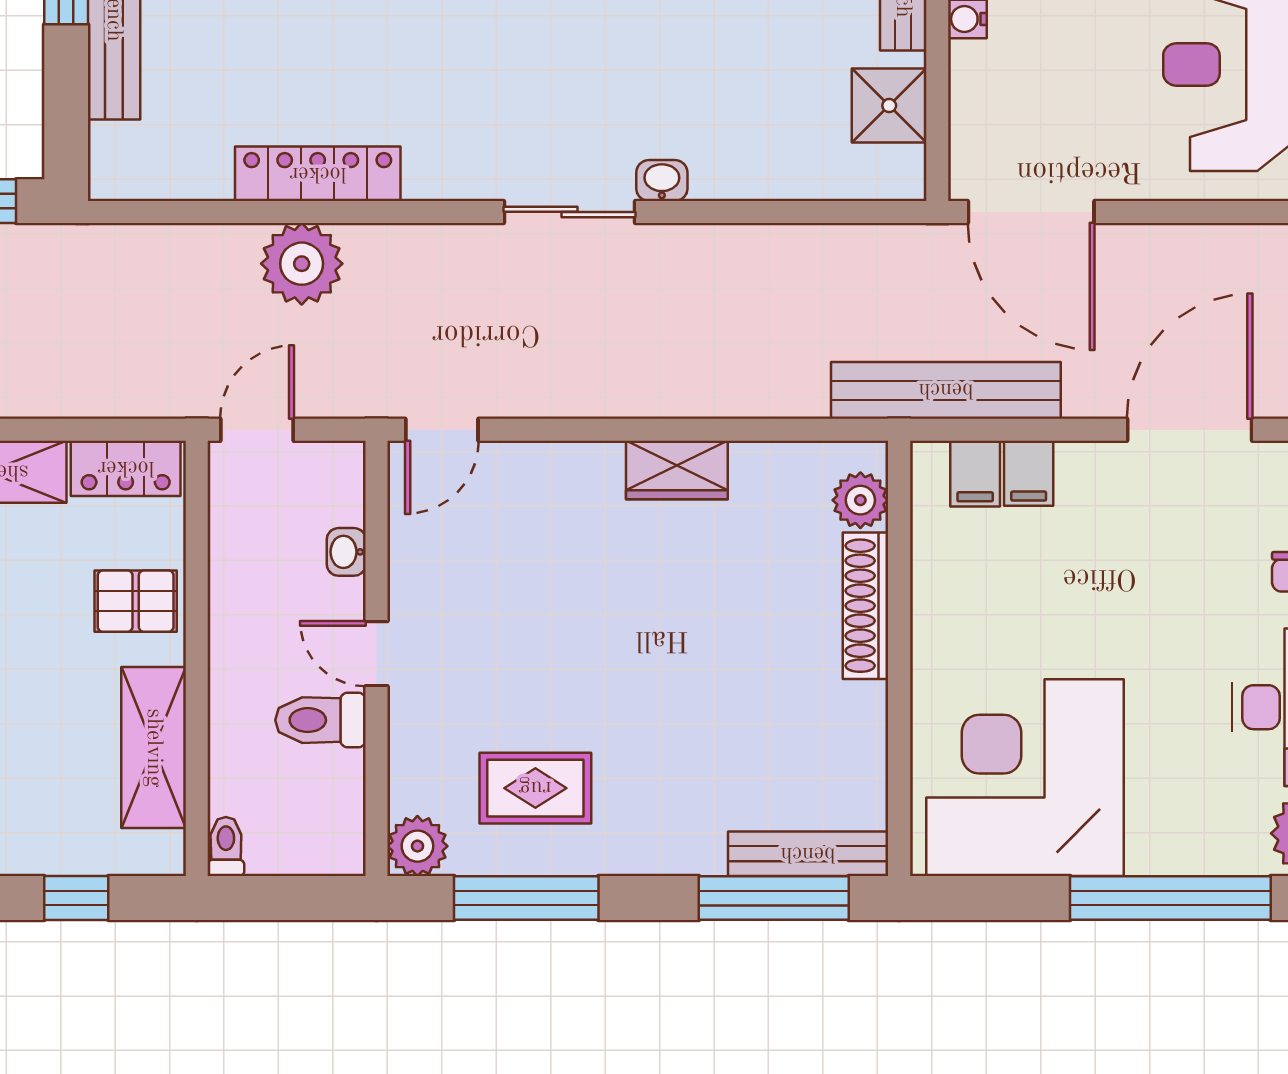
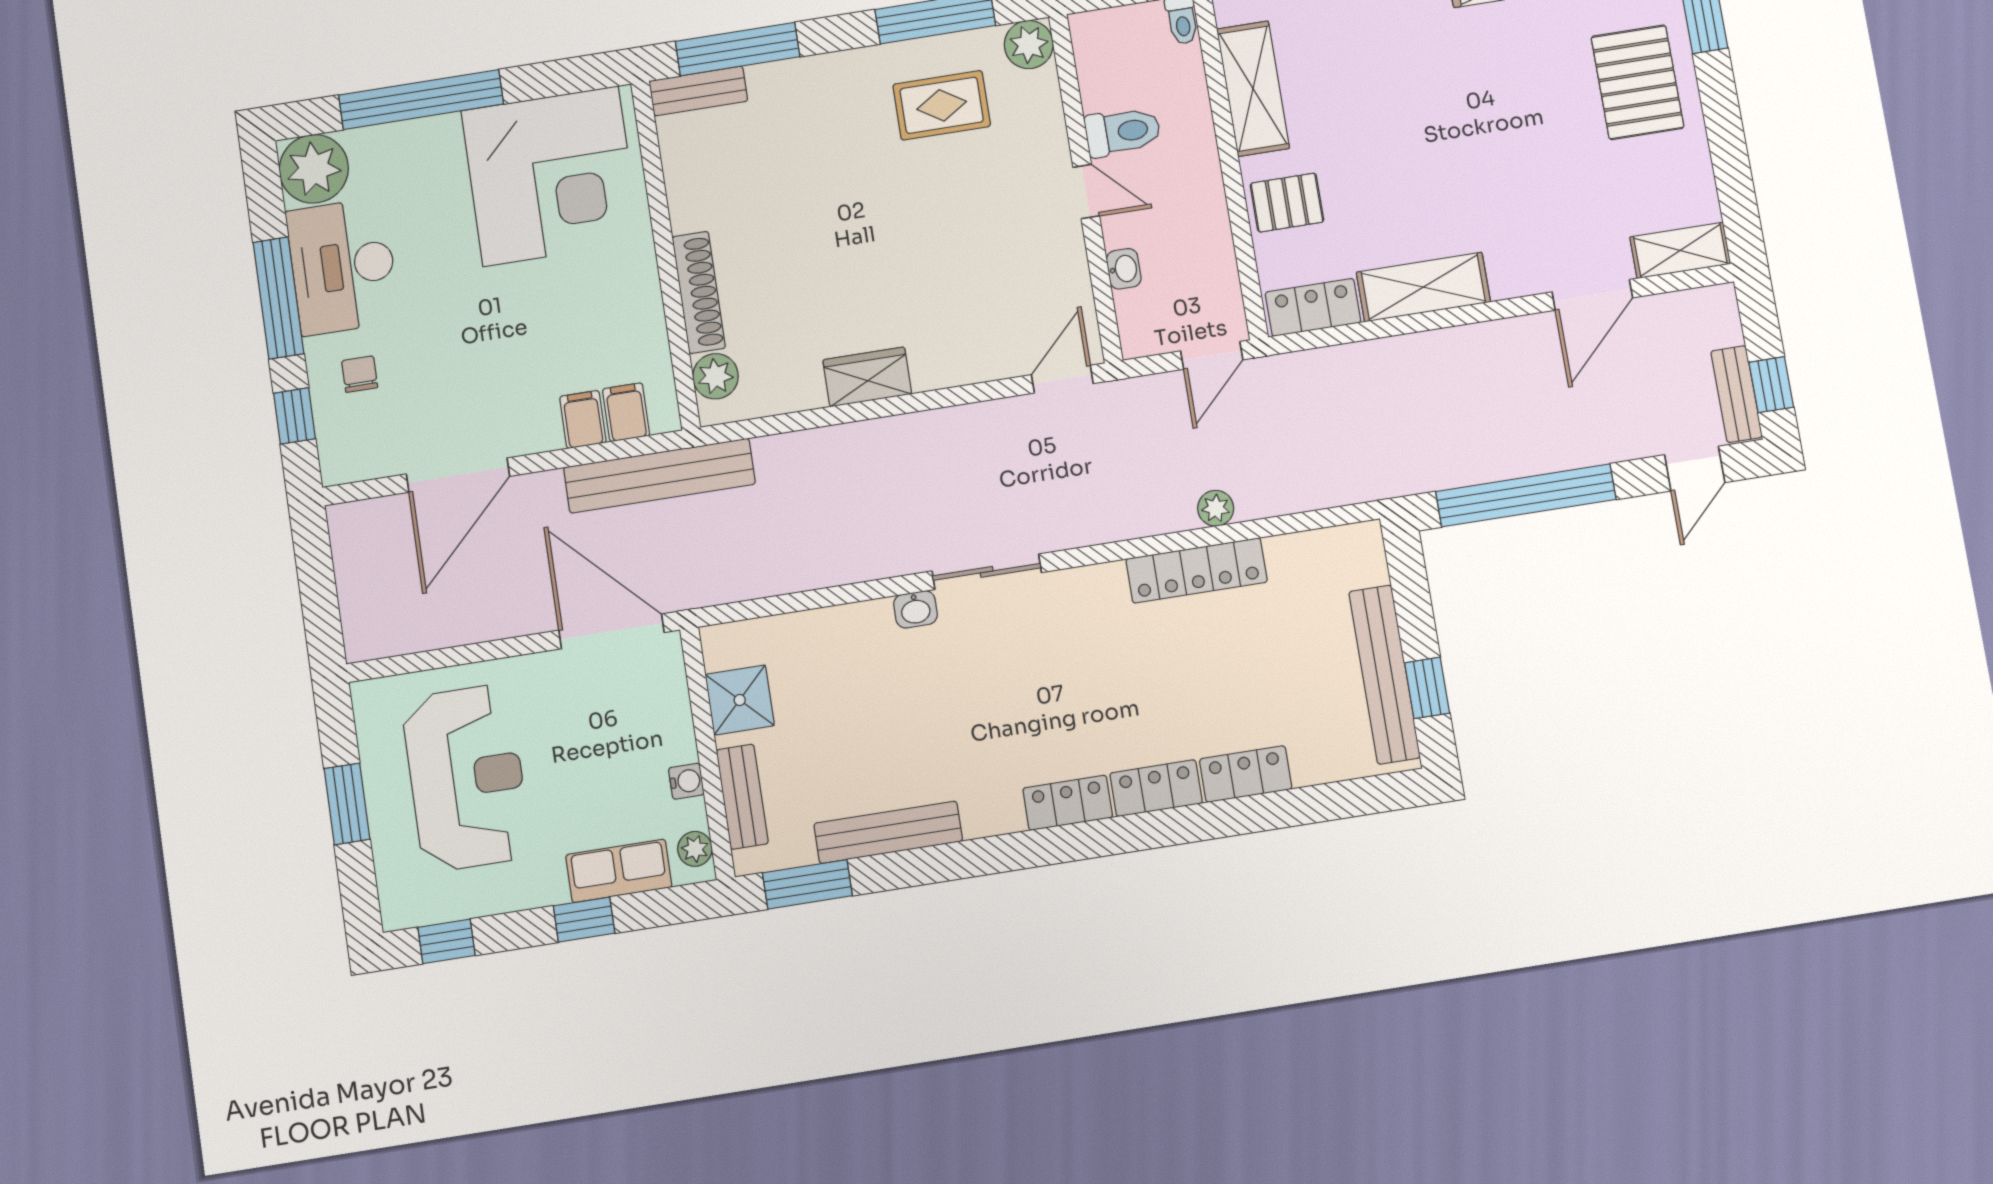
plant: (302, 264) -> (1216, 508), width x0.53, depth x0.53
bench: (808, 854) -> (698, 91), width x0.73

